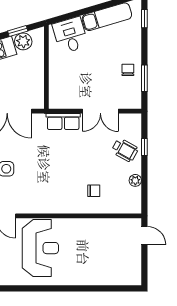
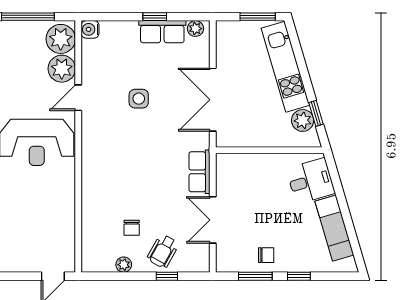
window: (144, 19) -> (299, 276), moved
chair: (94, 191) -> (132, 228), moved

